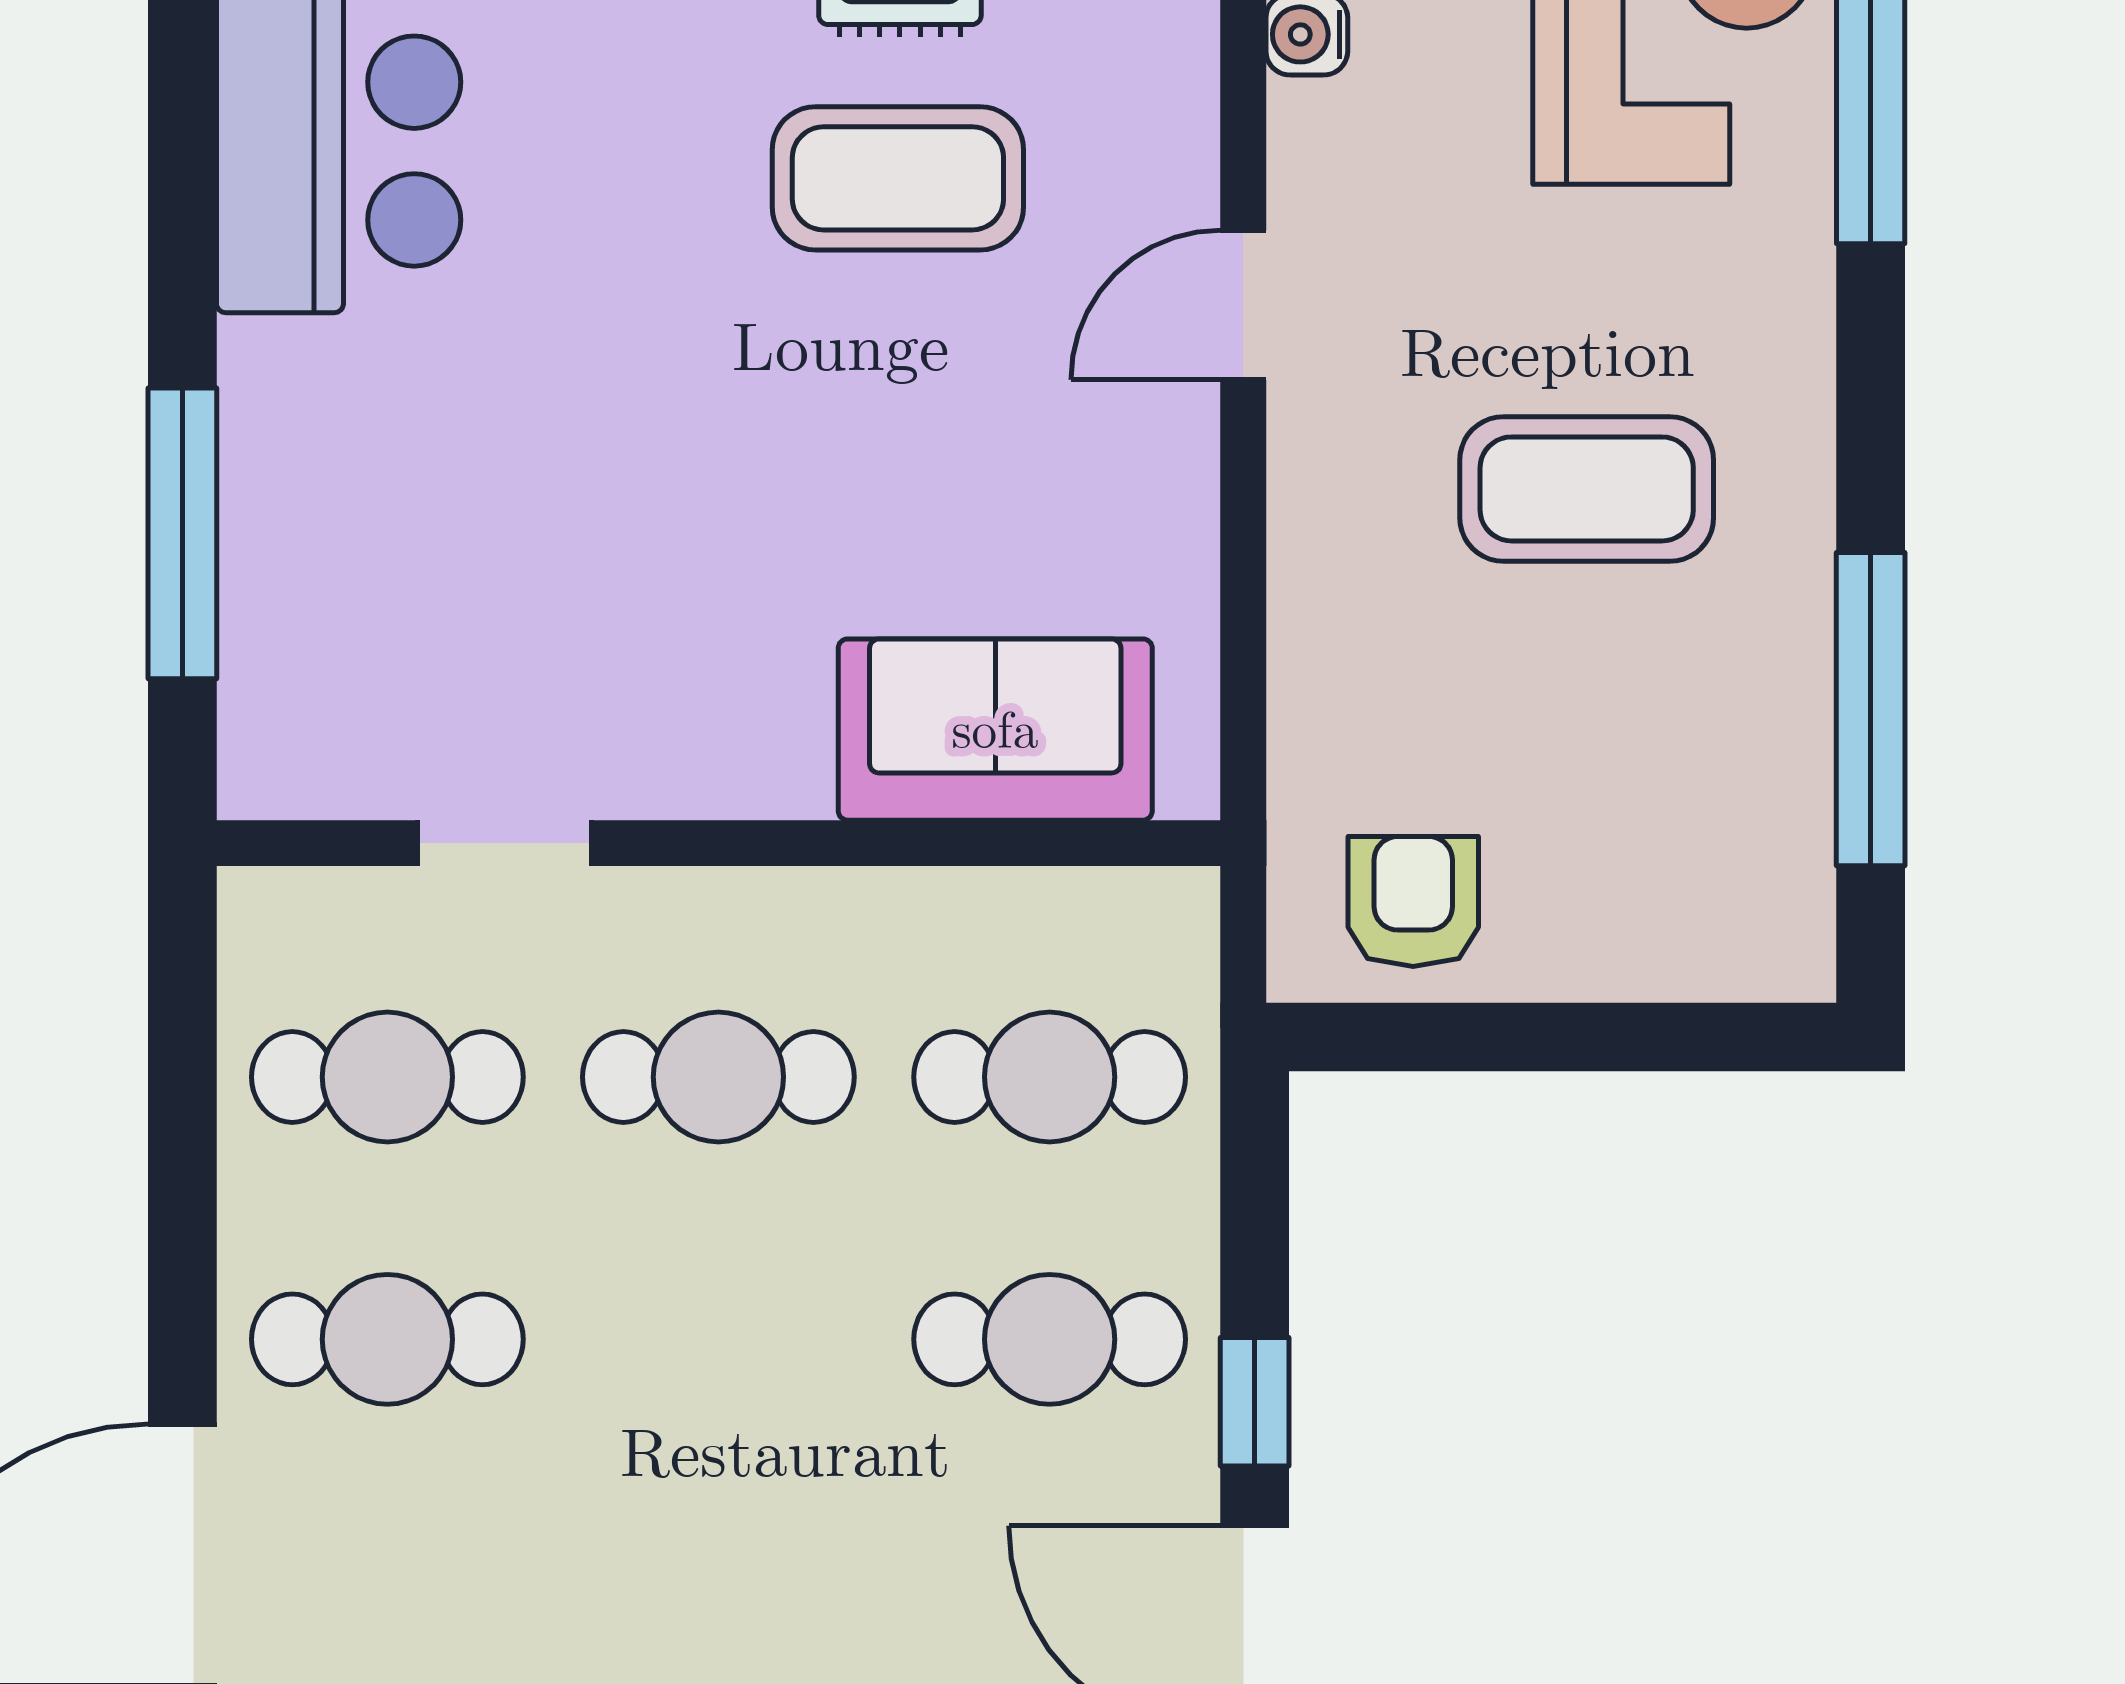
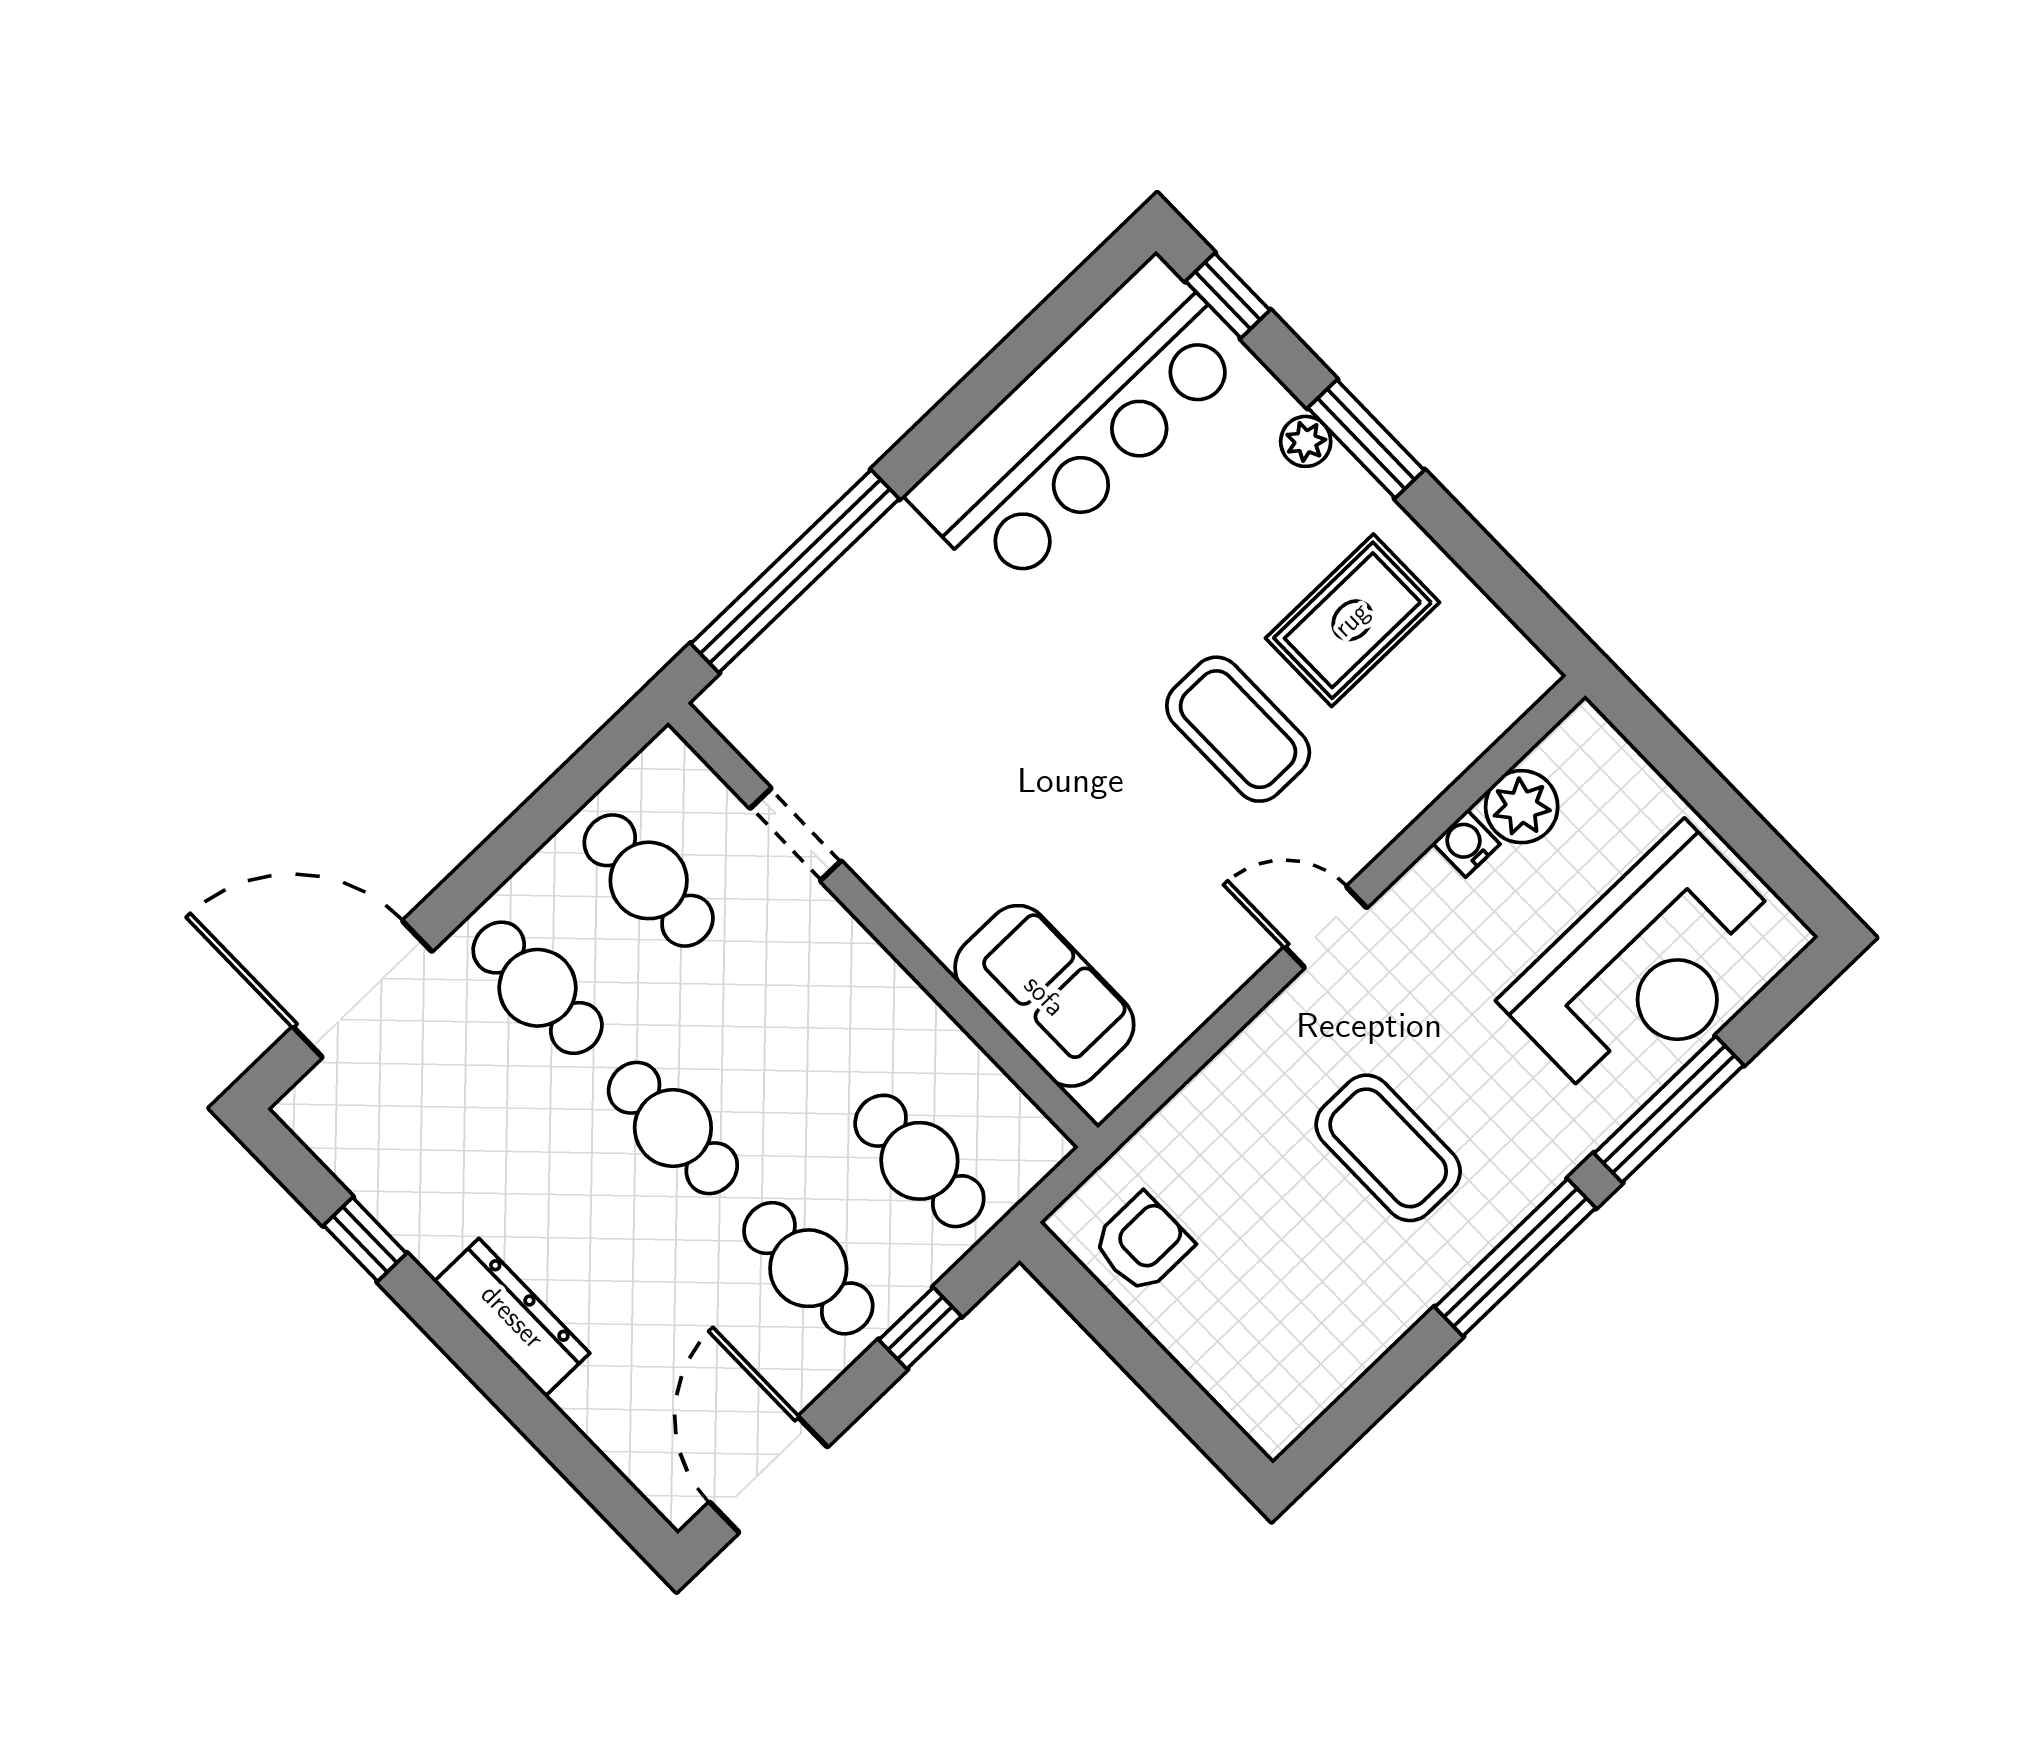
window: (182, 533) -> (795, 571), width x1.46
window: (1871, 709) -> (1515, 1258), moved
cafe table: (718, 1077) -> (673, 1128), moved
window: (1255, 1402) -> (920, 1328), moved

